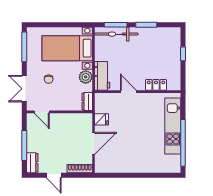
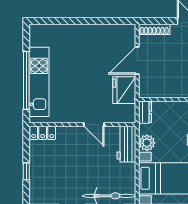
locker: (156, 85) -> (43, 133), moved
fridge: (102, 119) -> (124, 90), width x1.88, depth x1.34
window: (183, 143) -> (26, 80), moved

